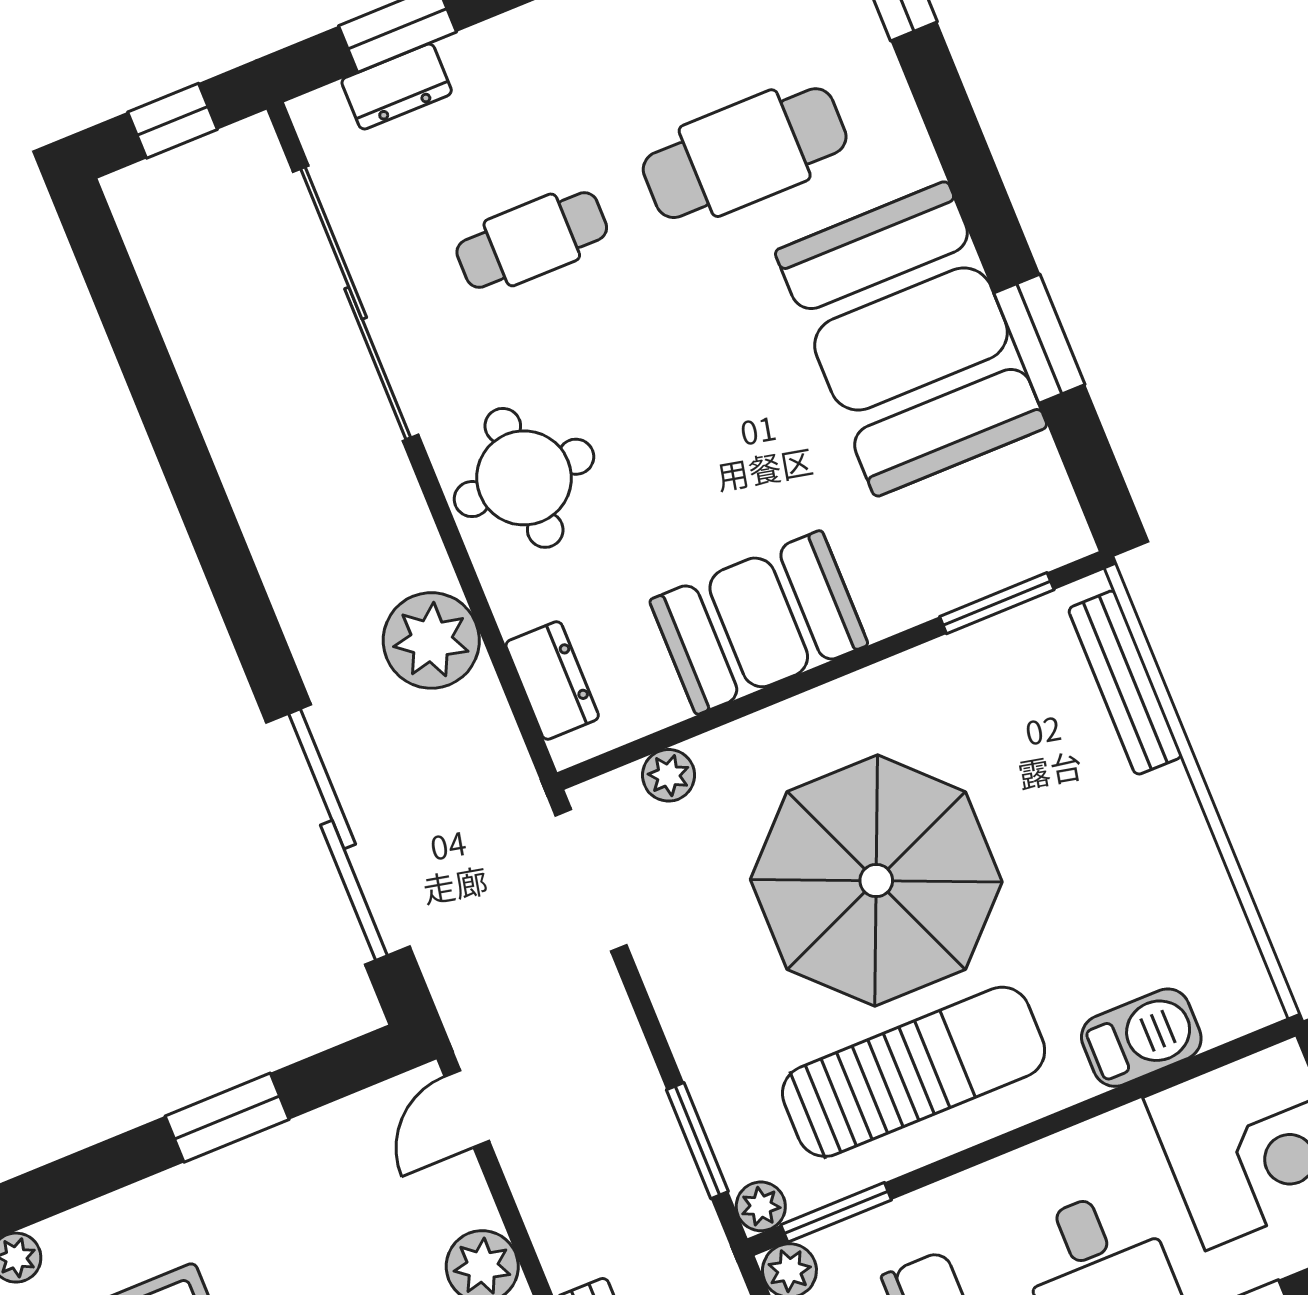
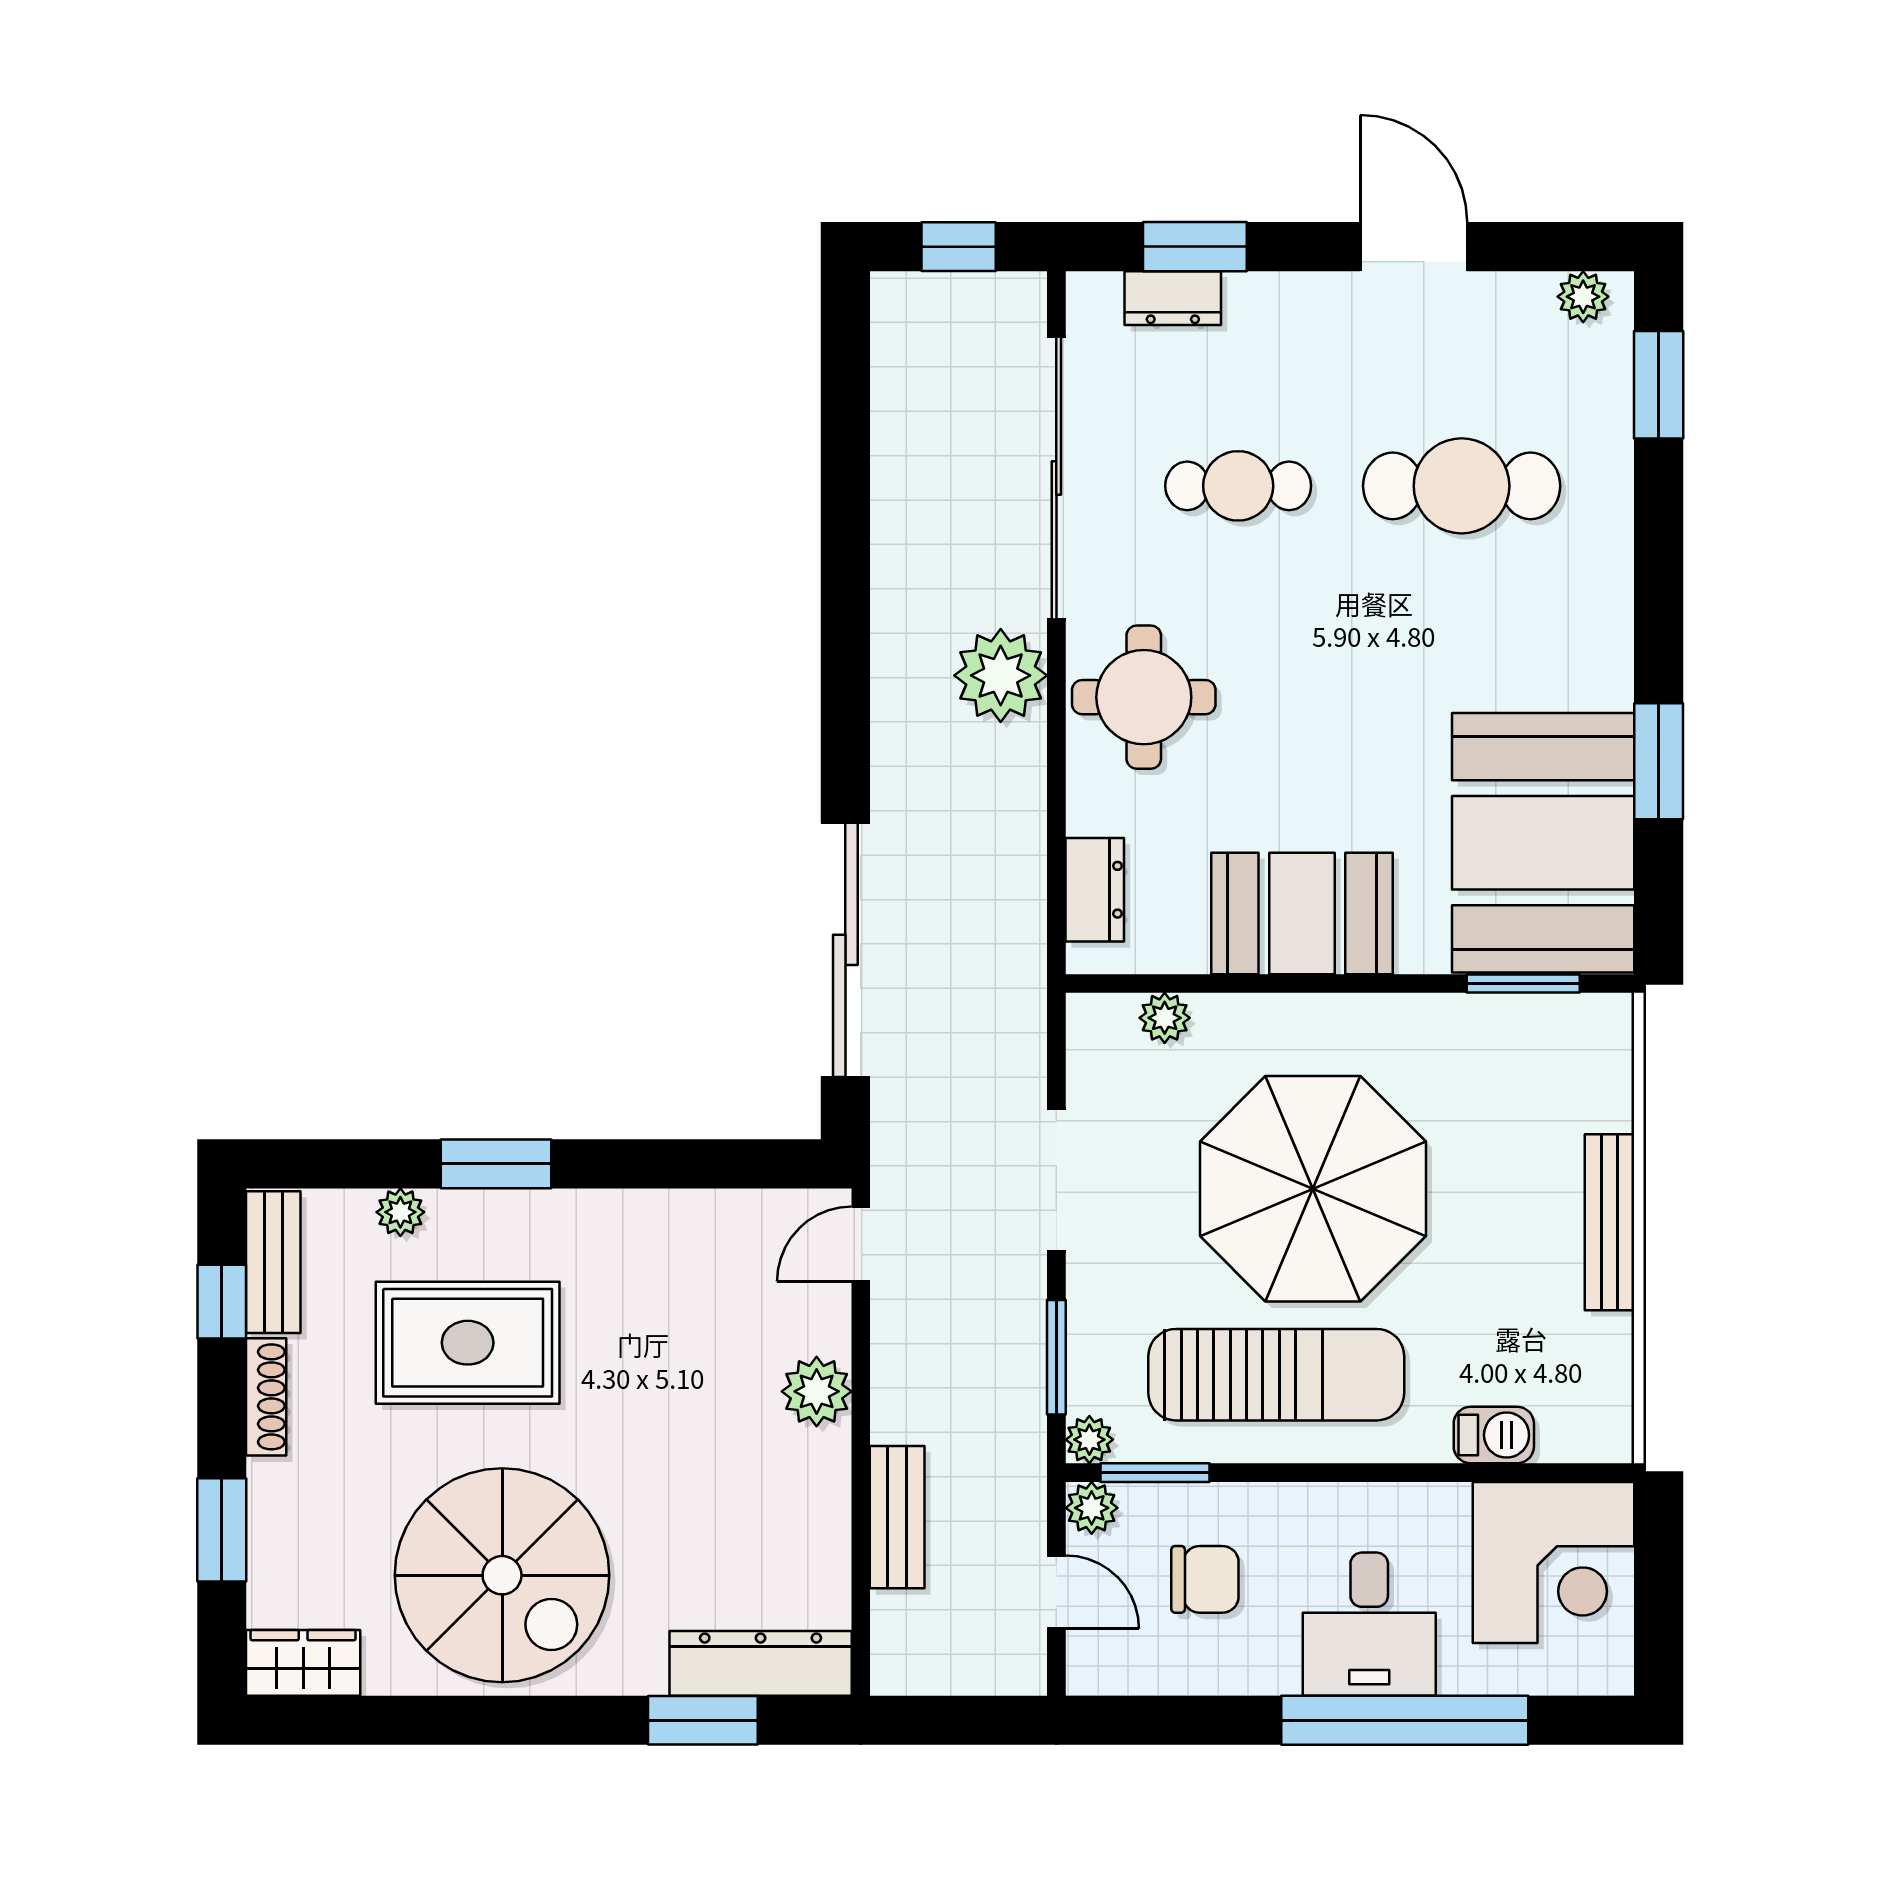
booth: (911, 339) -> (1543, 843), moved
plant: (431, 640) -> (1001, 675), moved
bench: (1125, 683) -> (1610, 1222), moved
doorway: (591, 880) -> (1056, 1180), moved
barbecue: (1141, 1038) -> (1494, 1435), width x0.73, depth x0.79
window: (227, 1118) -> (496, 1164), moved

